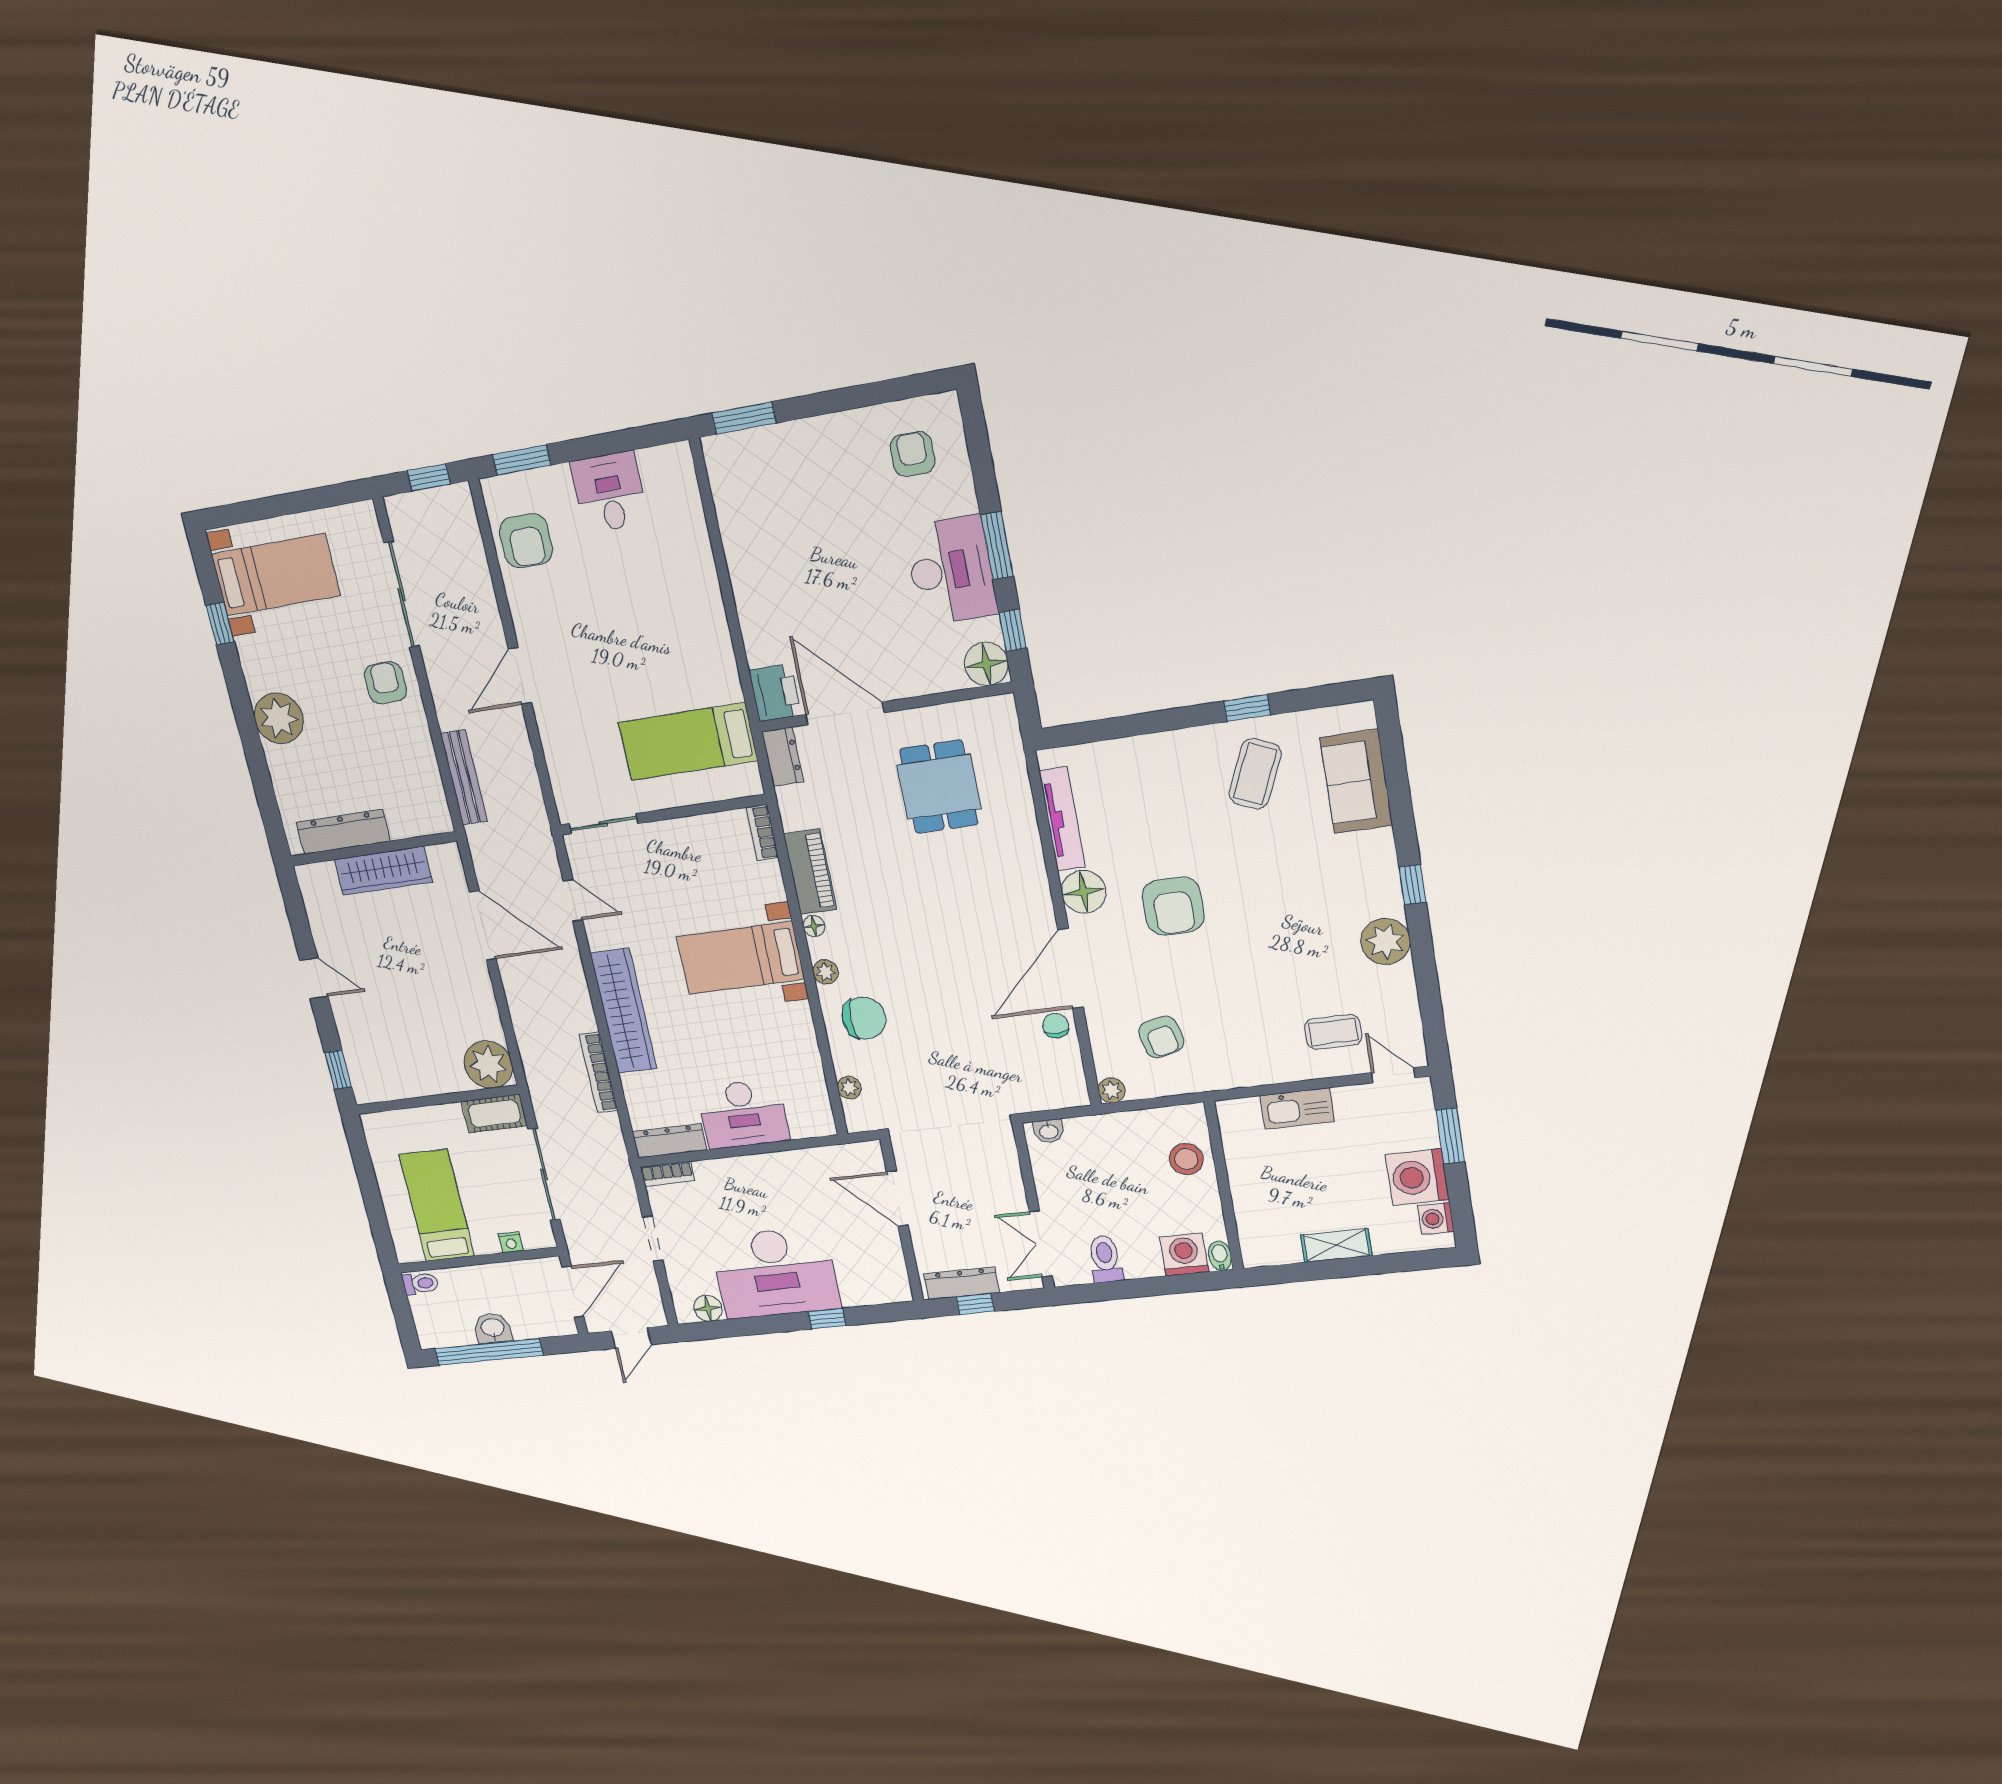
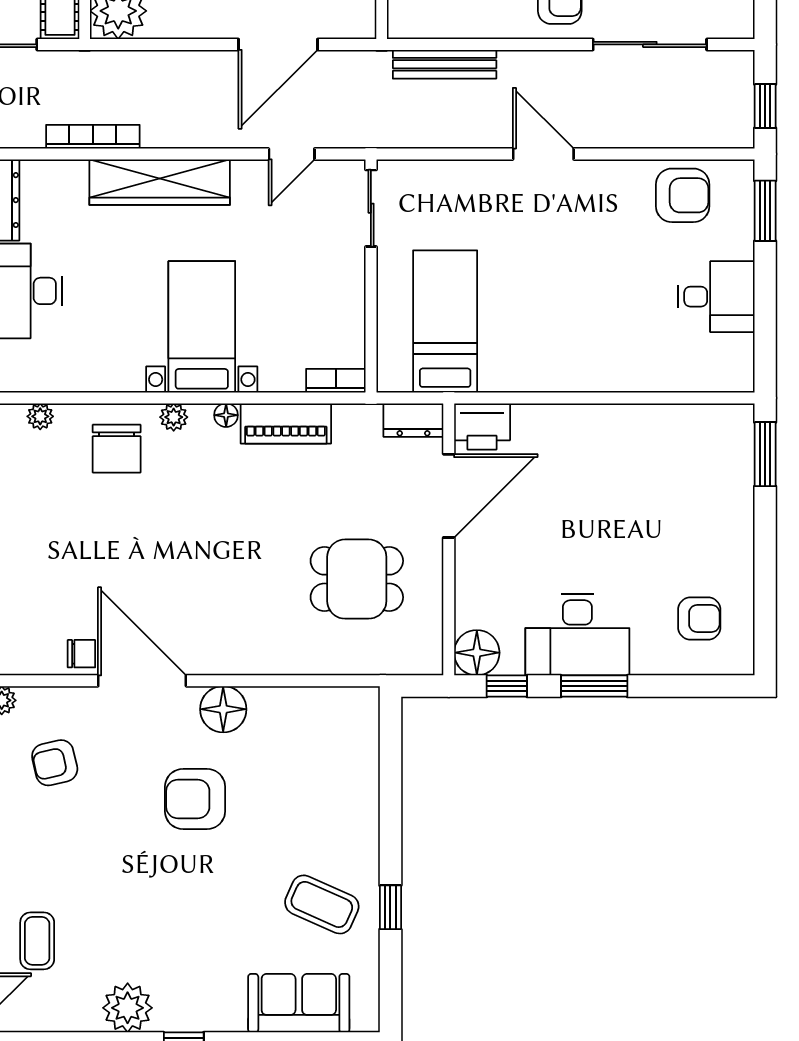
armchair: (526, 541) -> (683, 195), turned 180
tv unit: (1062, 819) -> (304, 701), removed

